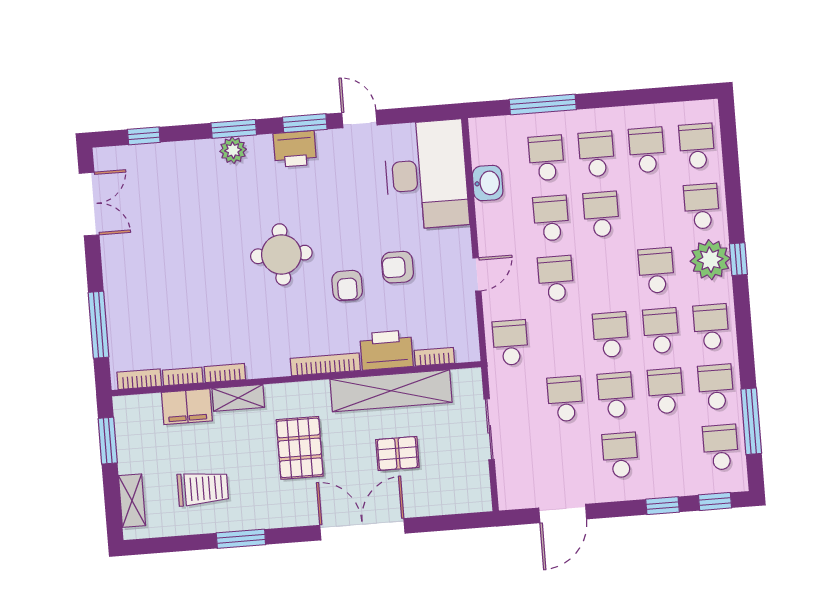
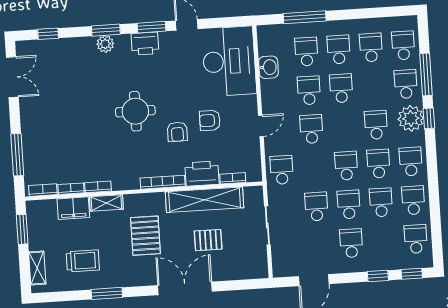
window: (751, 421) -> (426, 74), moved

